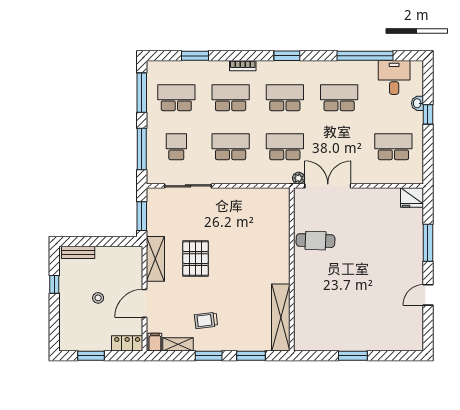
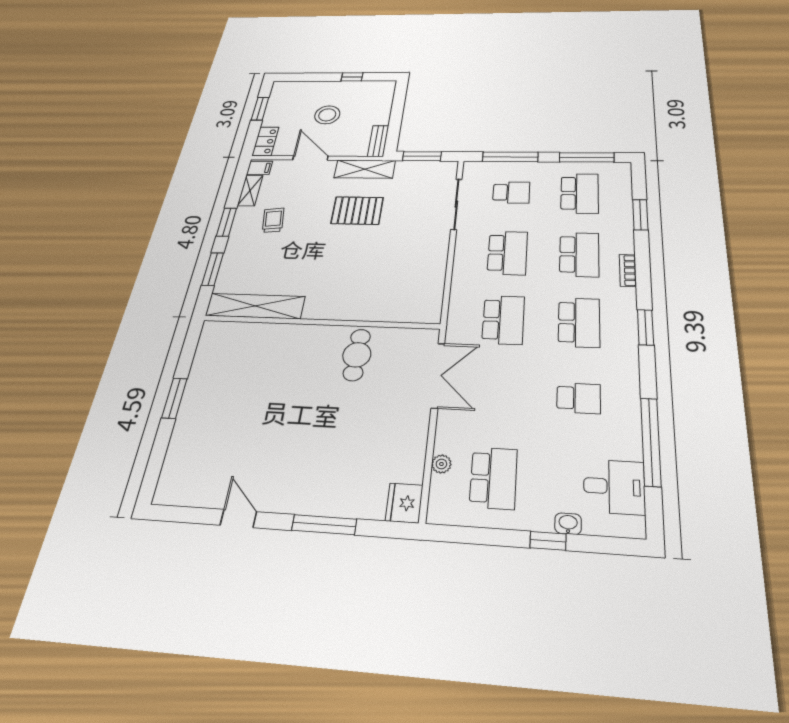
school desk: (339, 98) -> (579, 398), width x0.54
plant: (299, 178) -> (441, 464), moved
bench: (78, 252) -> (378, 141), moved
stool: (98, 298) -> (327, 115), width x1.89, depth x1.89

